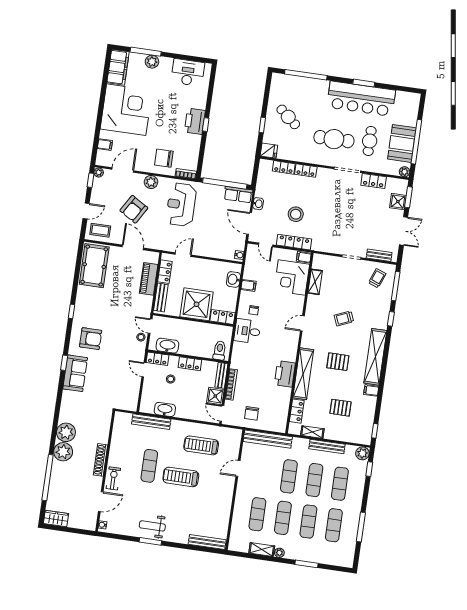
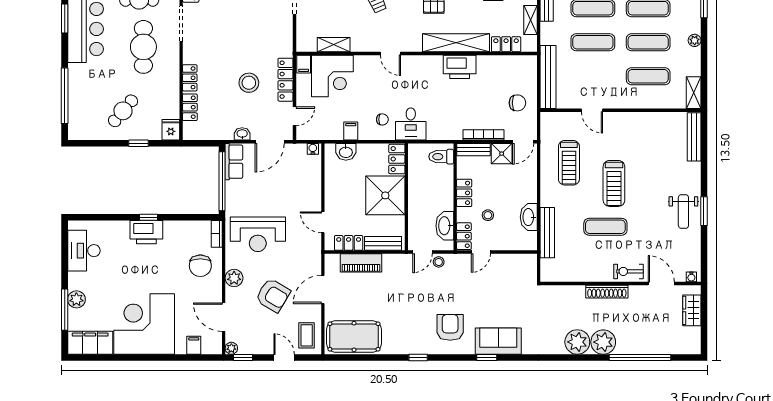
wardrobe: (56, 519) -> (692, 310), moved
shelving: (262, 550) -> (694, 93), moved

